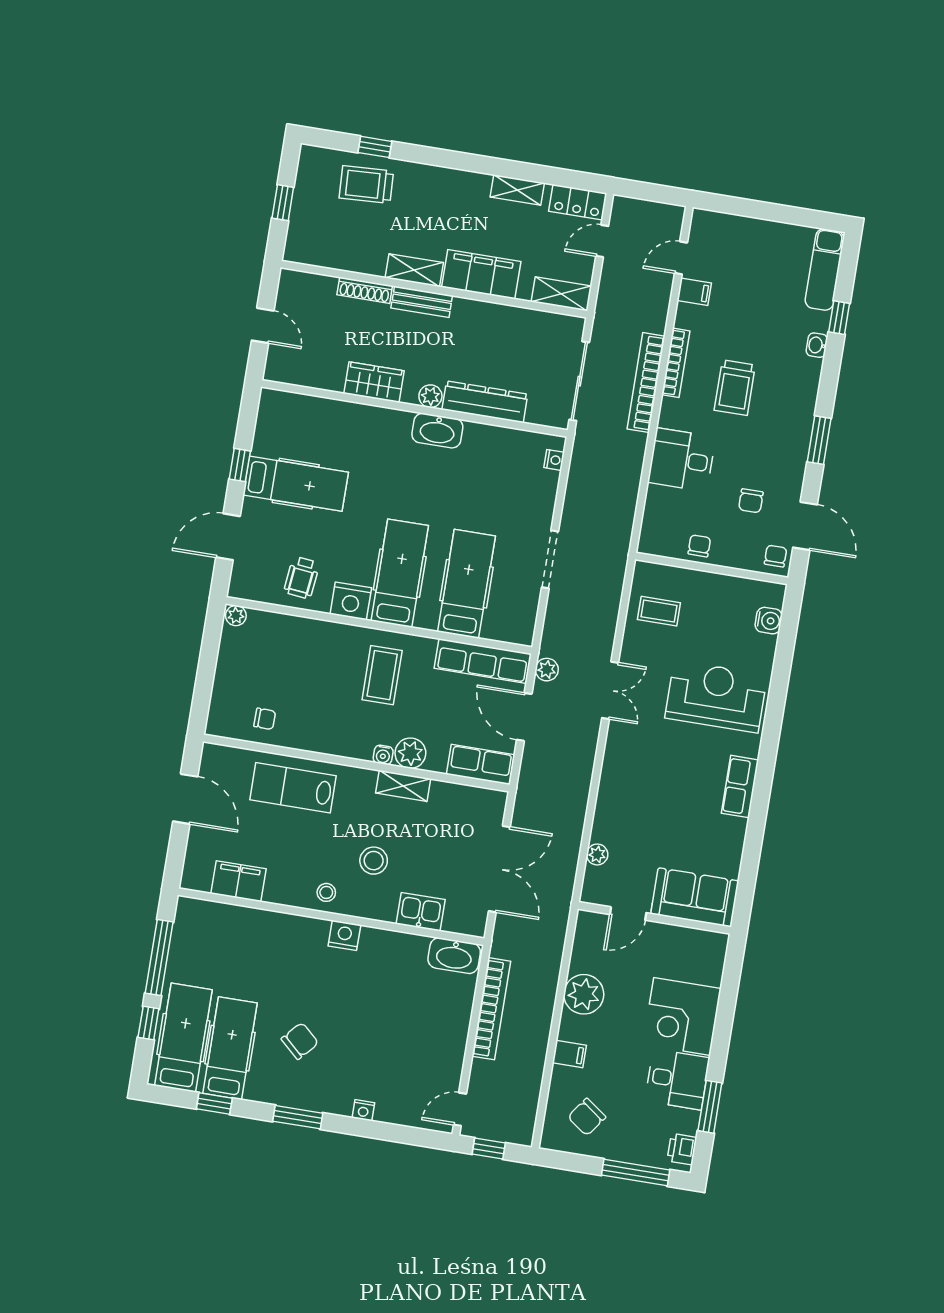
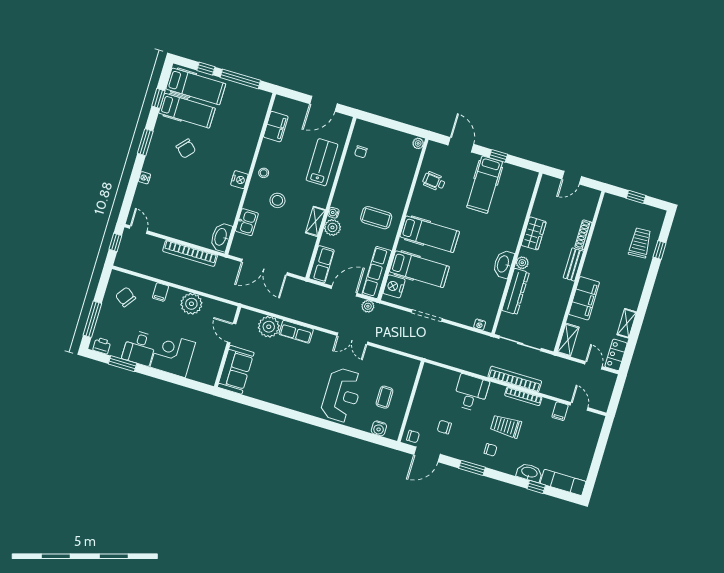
shelving: (414, 270) -> (591, 263), removed
washbasin: (817, 345) -> (529, 473), width x1.91, depth x1.45
chair: (699, 546) -> (491, 450), moved
nightstand: (351, 601) -> (394, 286), moved
coffee table: (659, 611) -> (384, 397), moved
row of seats: (740, 787) -> (296, 332), moved, turned 180
plant: (597, 854) -> (269, 327), width x1.88, depth x1.88

